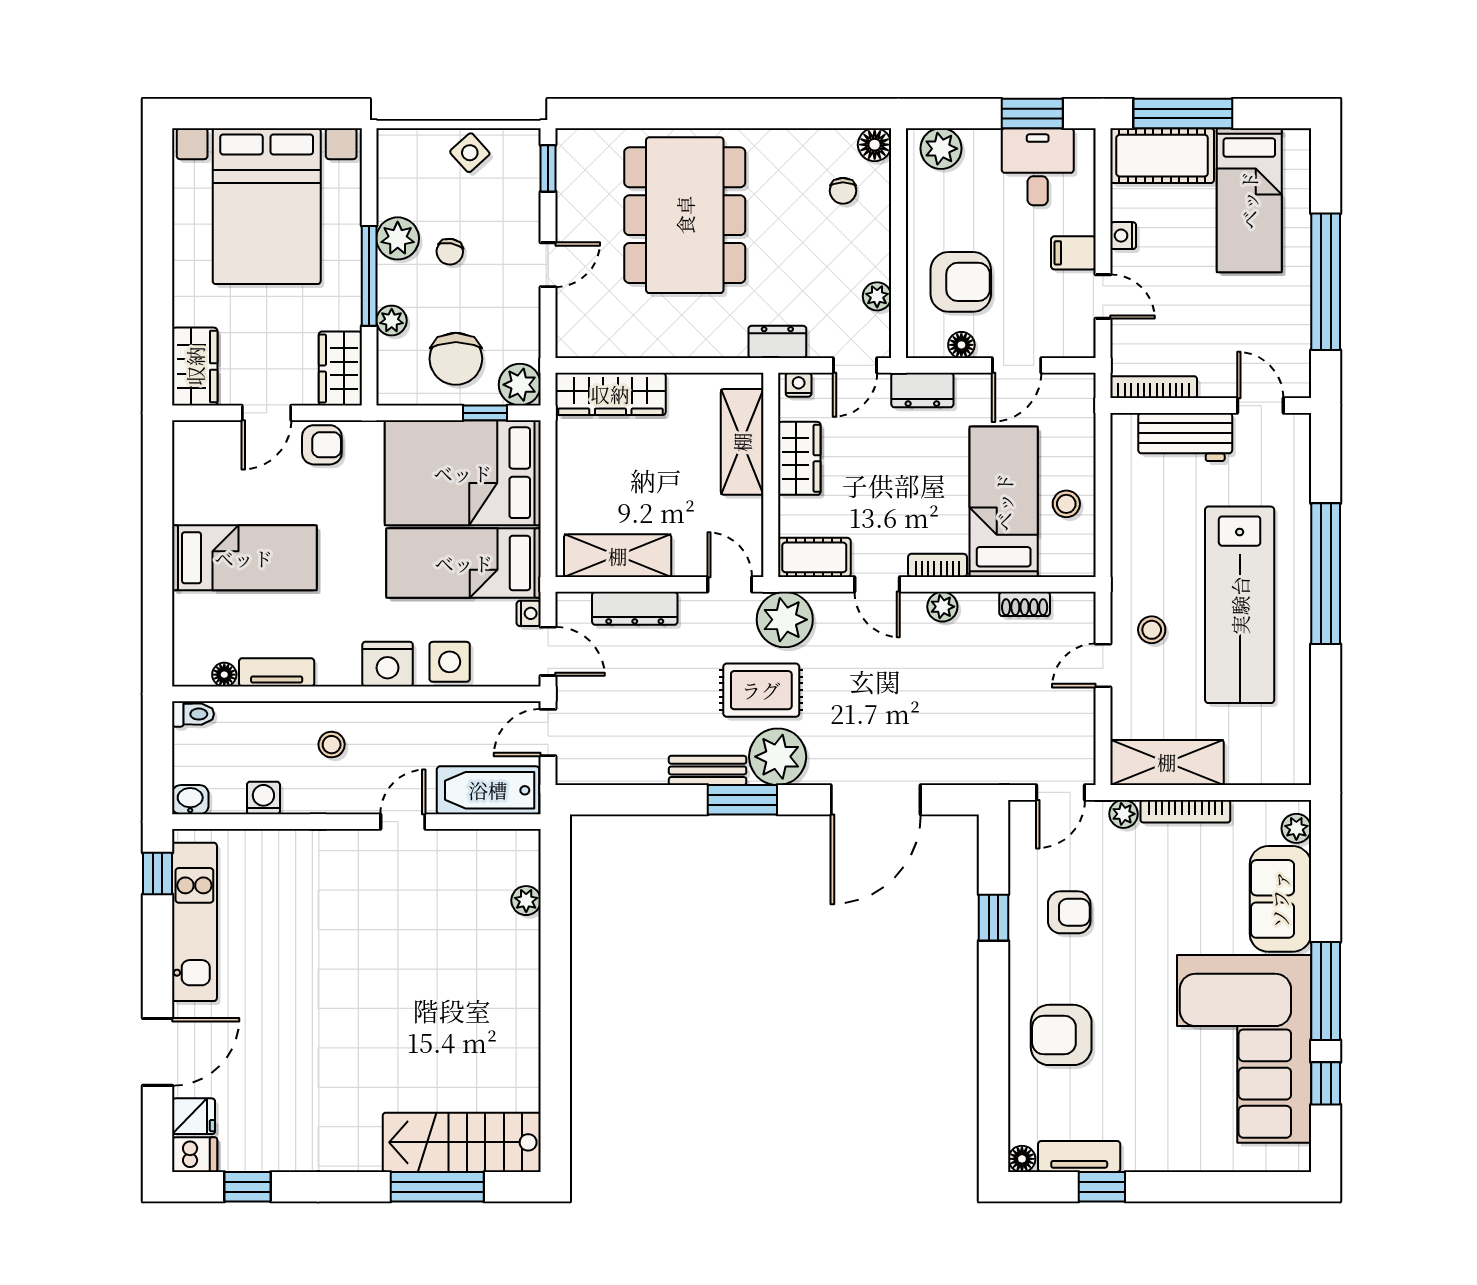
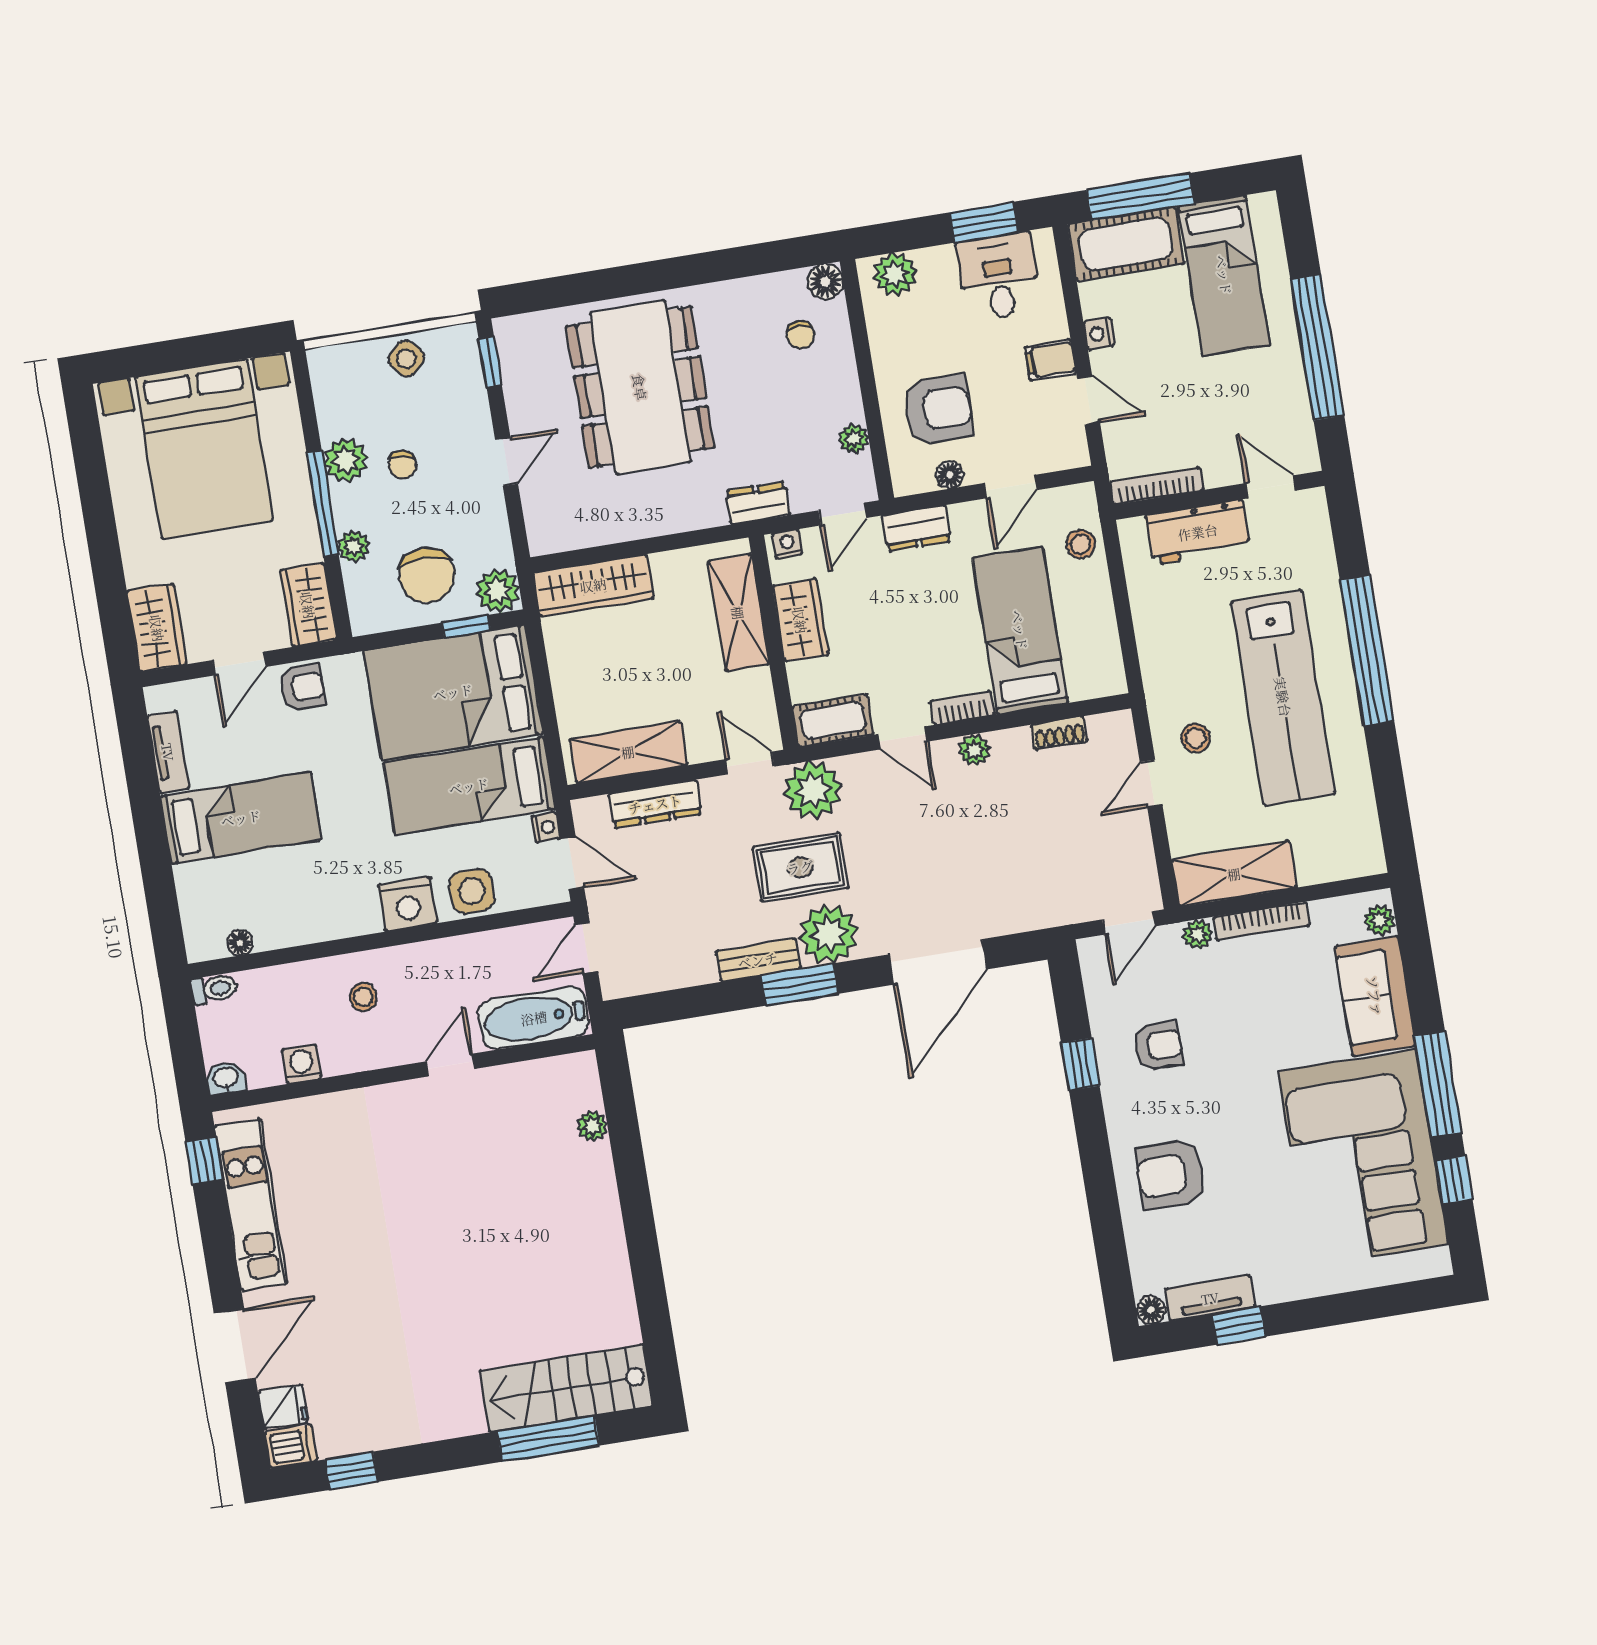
stool: (1066, 504) -> (1081, 544), moved
tv unit: (277, 672) -> (168, 752), moved, turned 90

